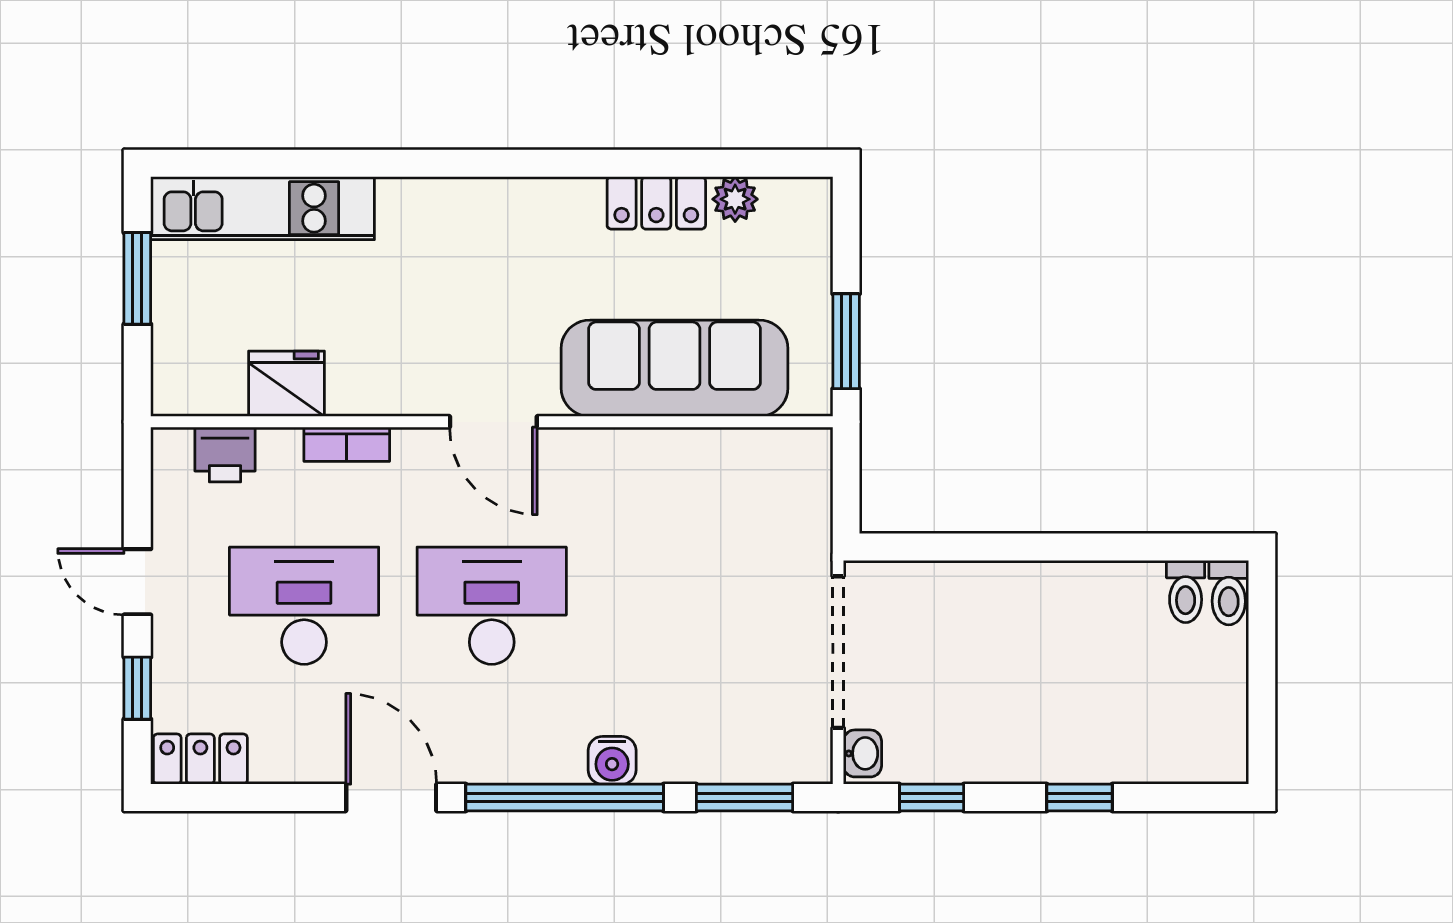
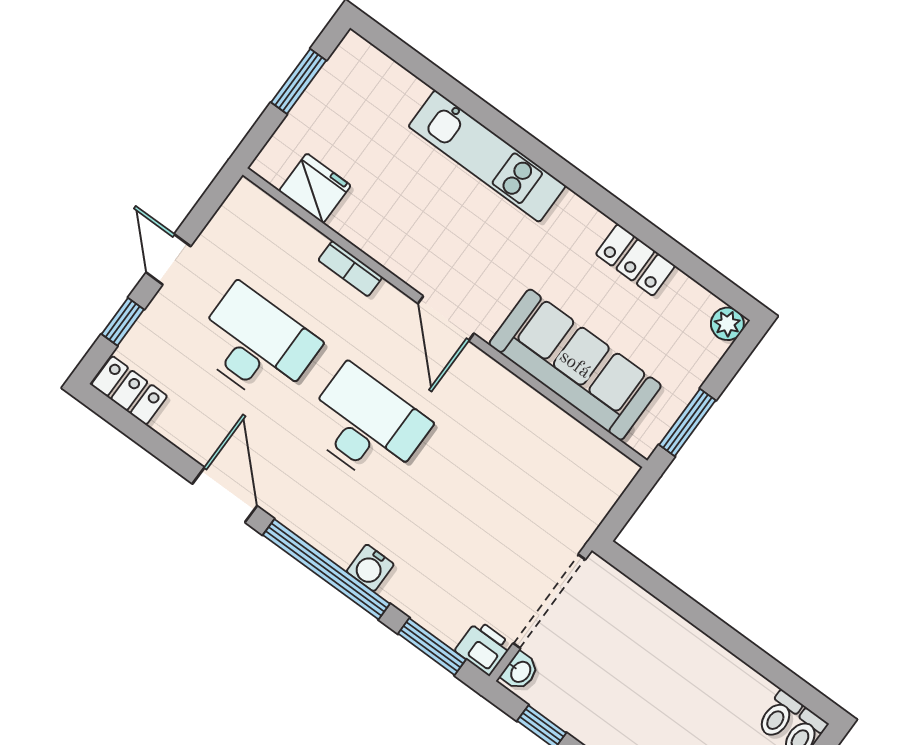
plant: (735, 199) -> (727, 324), moved
kitchen unit: (263, 208) -> (487, 156), moved
fridge: (287, 384) -> (315, 188), moved
printer: (225, 455) -> (484, 648), moved, turned 180

